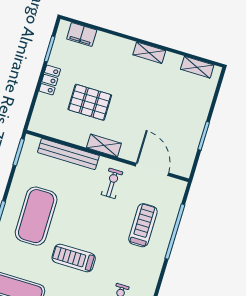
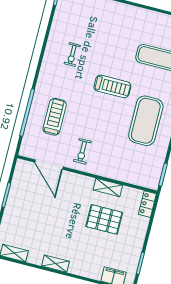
locker: (50, 80) -> (147, 204), moved
shelving: (104, 145) -> (108, 188), moved
bench: (68, 154) -> (121, 175), removed
treadmill: (143, 225) -> (55, 117), turned 180

